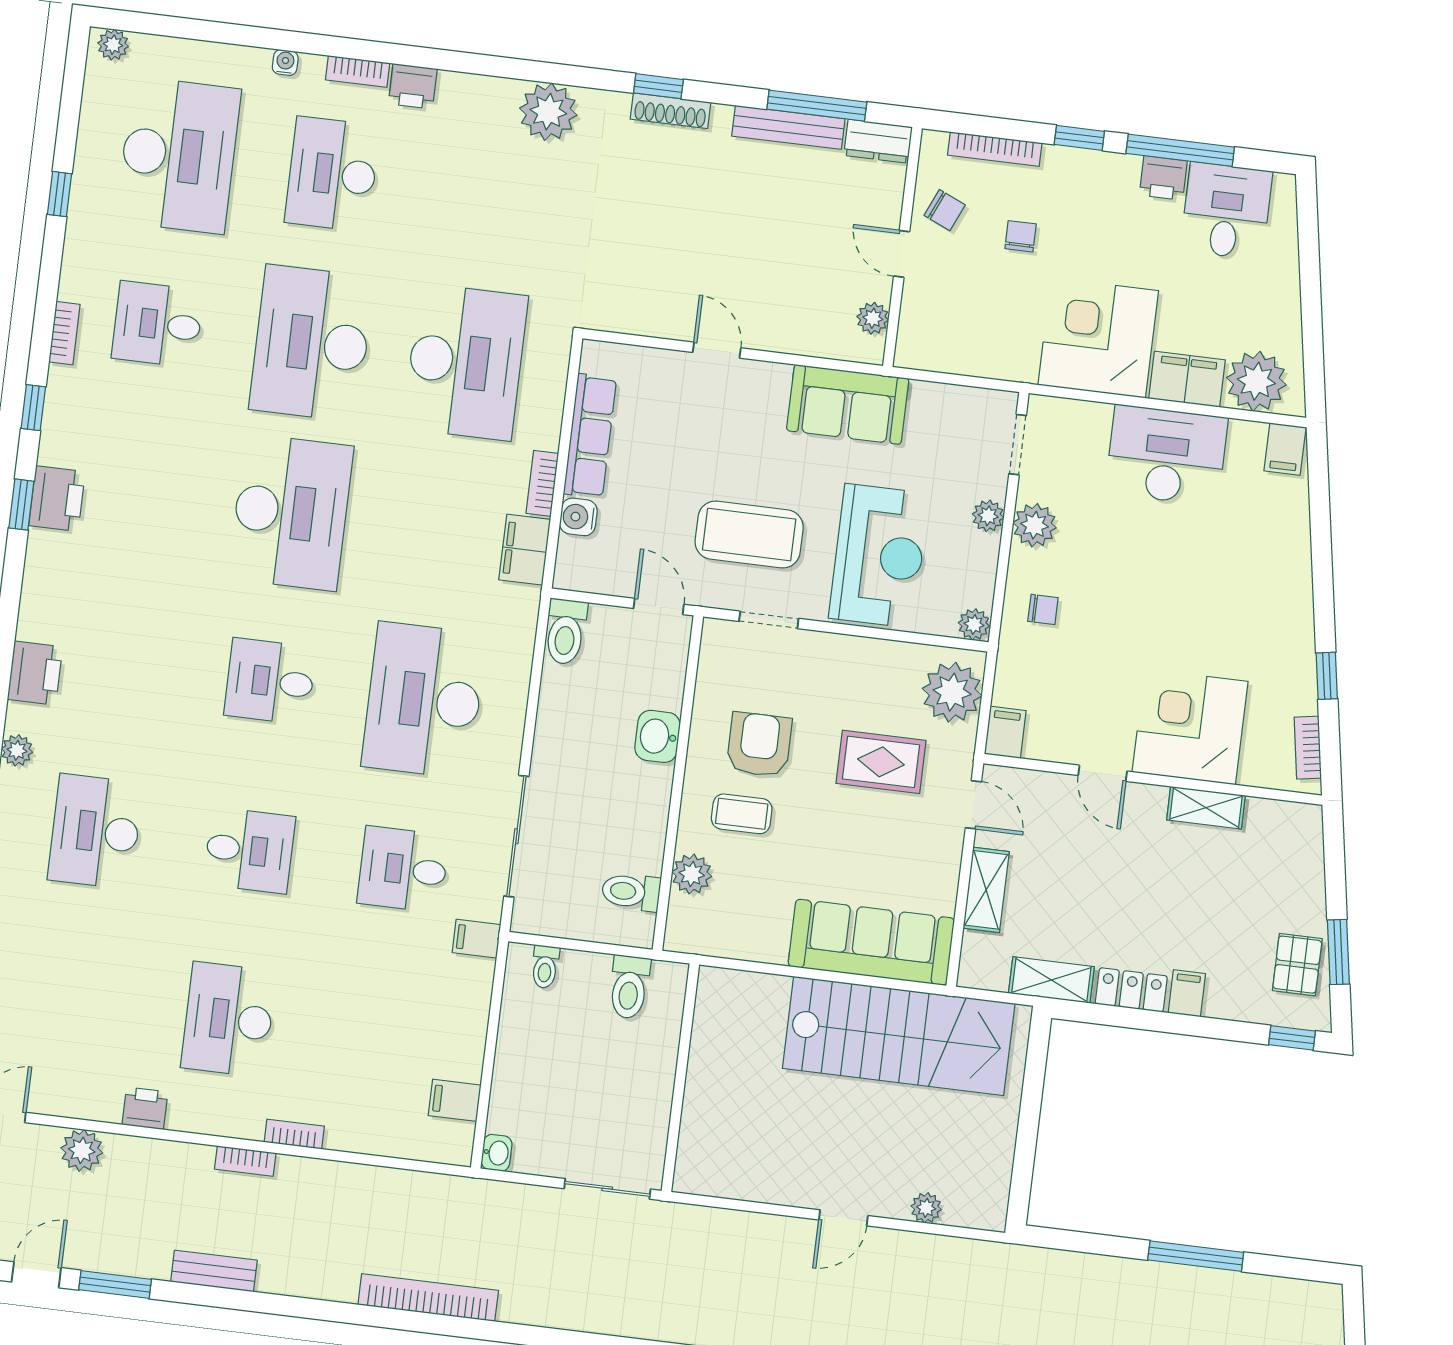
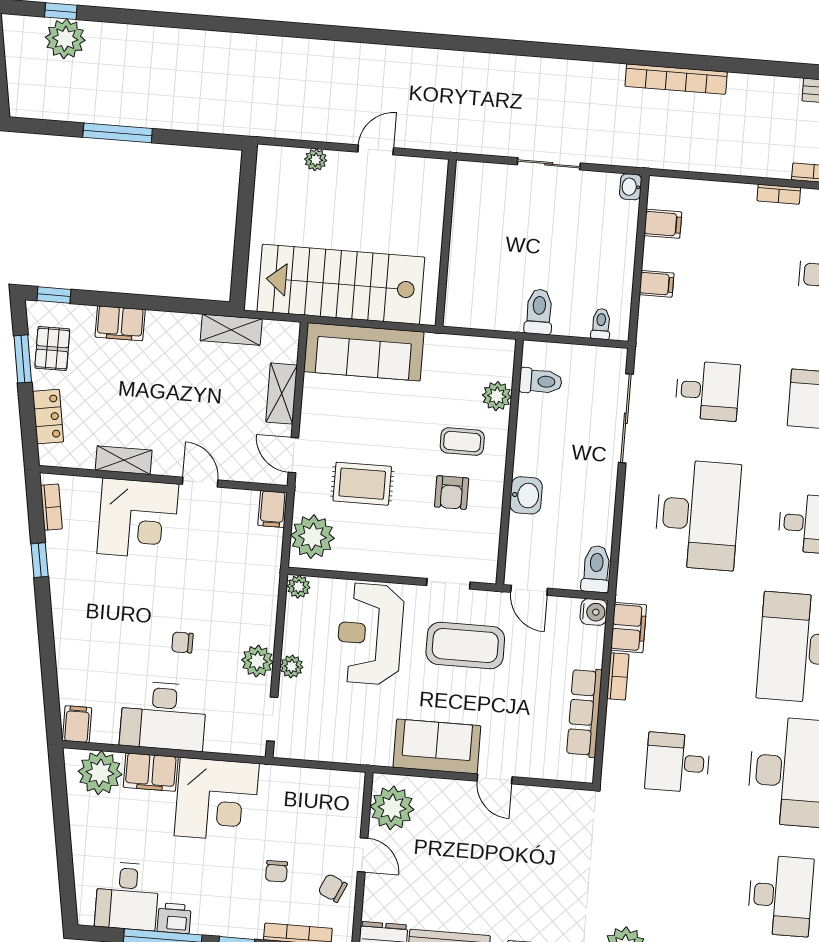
plant: (873, 318) -> (392, 808), width x1.87, depth x1.87
desk: (465, 362) -> (677, 763), width x0.53, depth x0.77
sofa: (848, 405) -> (437, 746), moved
water cooler: (578, 517) -> (594, 612), moved
chair: (1043, 609) -> (182, 642), moved
armchair: (759, 745) -> (452, 493), width x0.72, depth x0.72
filing cabinet: (476, 939) -> (657, 284), moved
locker: (1131, 990) -> (48, 417), moved, turned -99
filing cabinet: (1187, 993) -> (120, 323), width x2.00
wall: (680, 1078) -> (446, 243), moved

